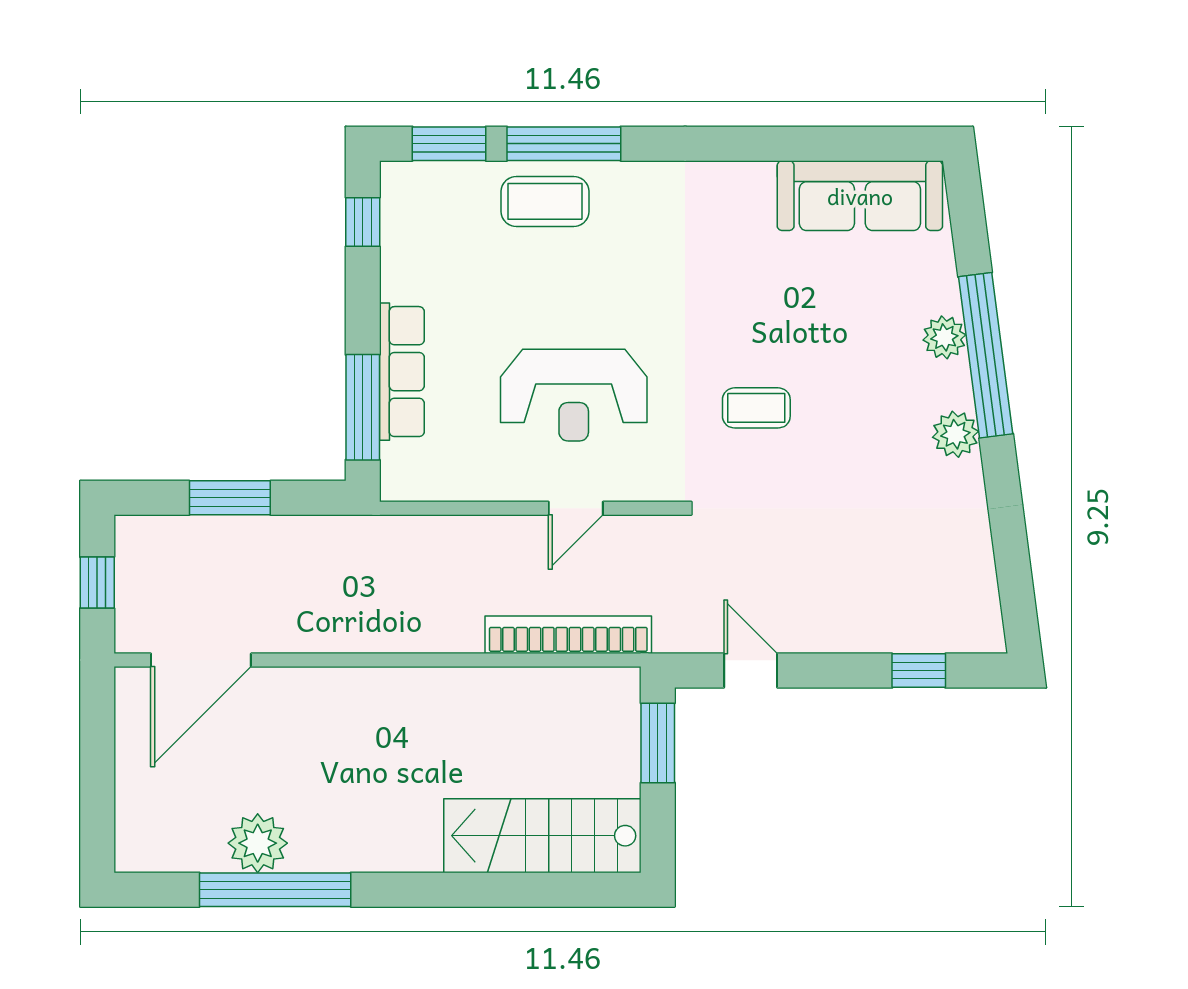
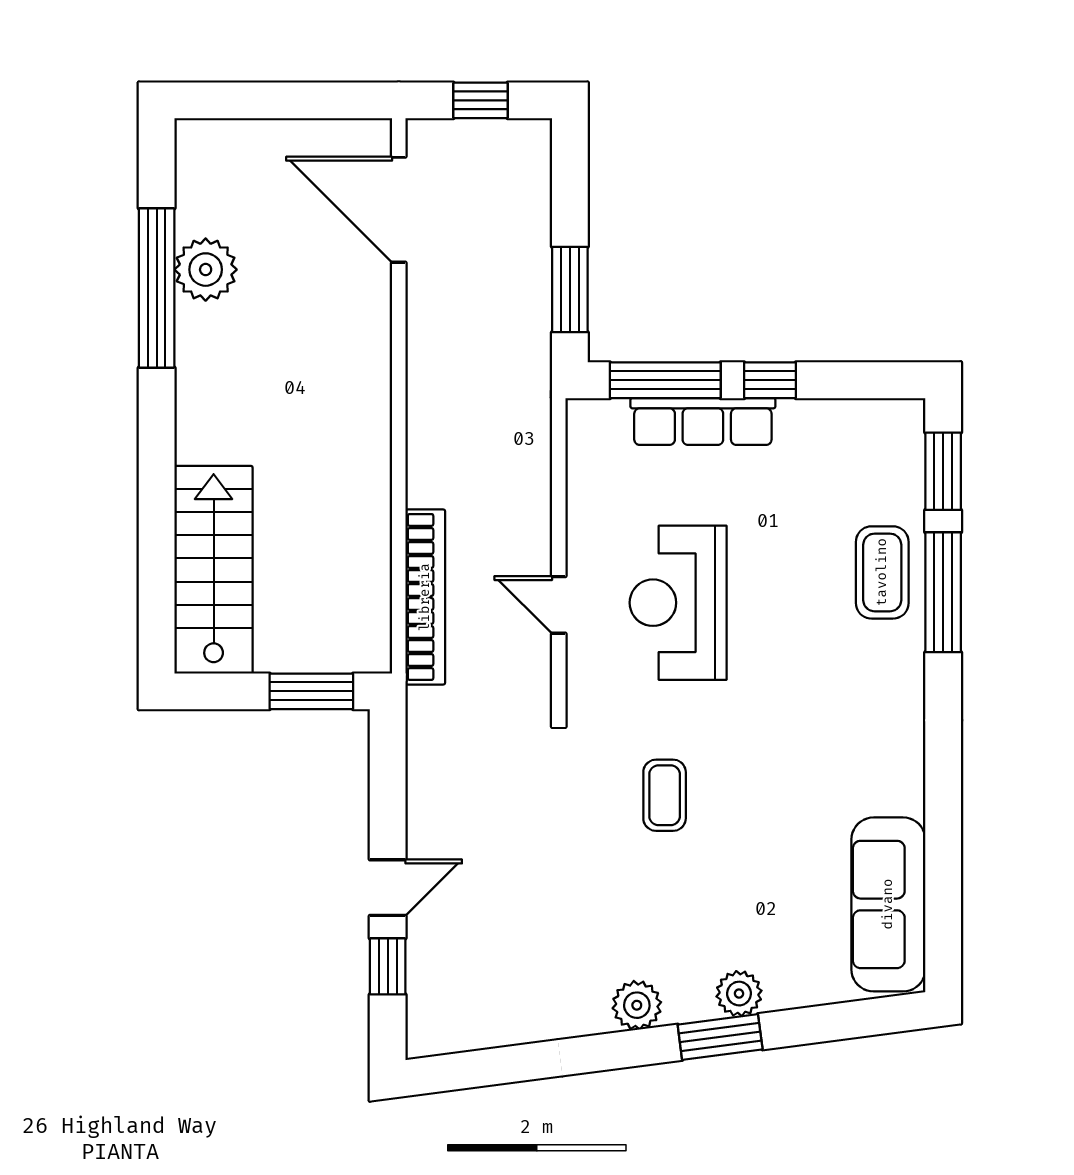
window: (363, 222) -> (770, 380), moved
window: (986, 355) -> (720, 1037), width x0.47
window: (230, 498) -> (570, 290), moved
door: (751, 671) -> (388, 888), moved

